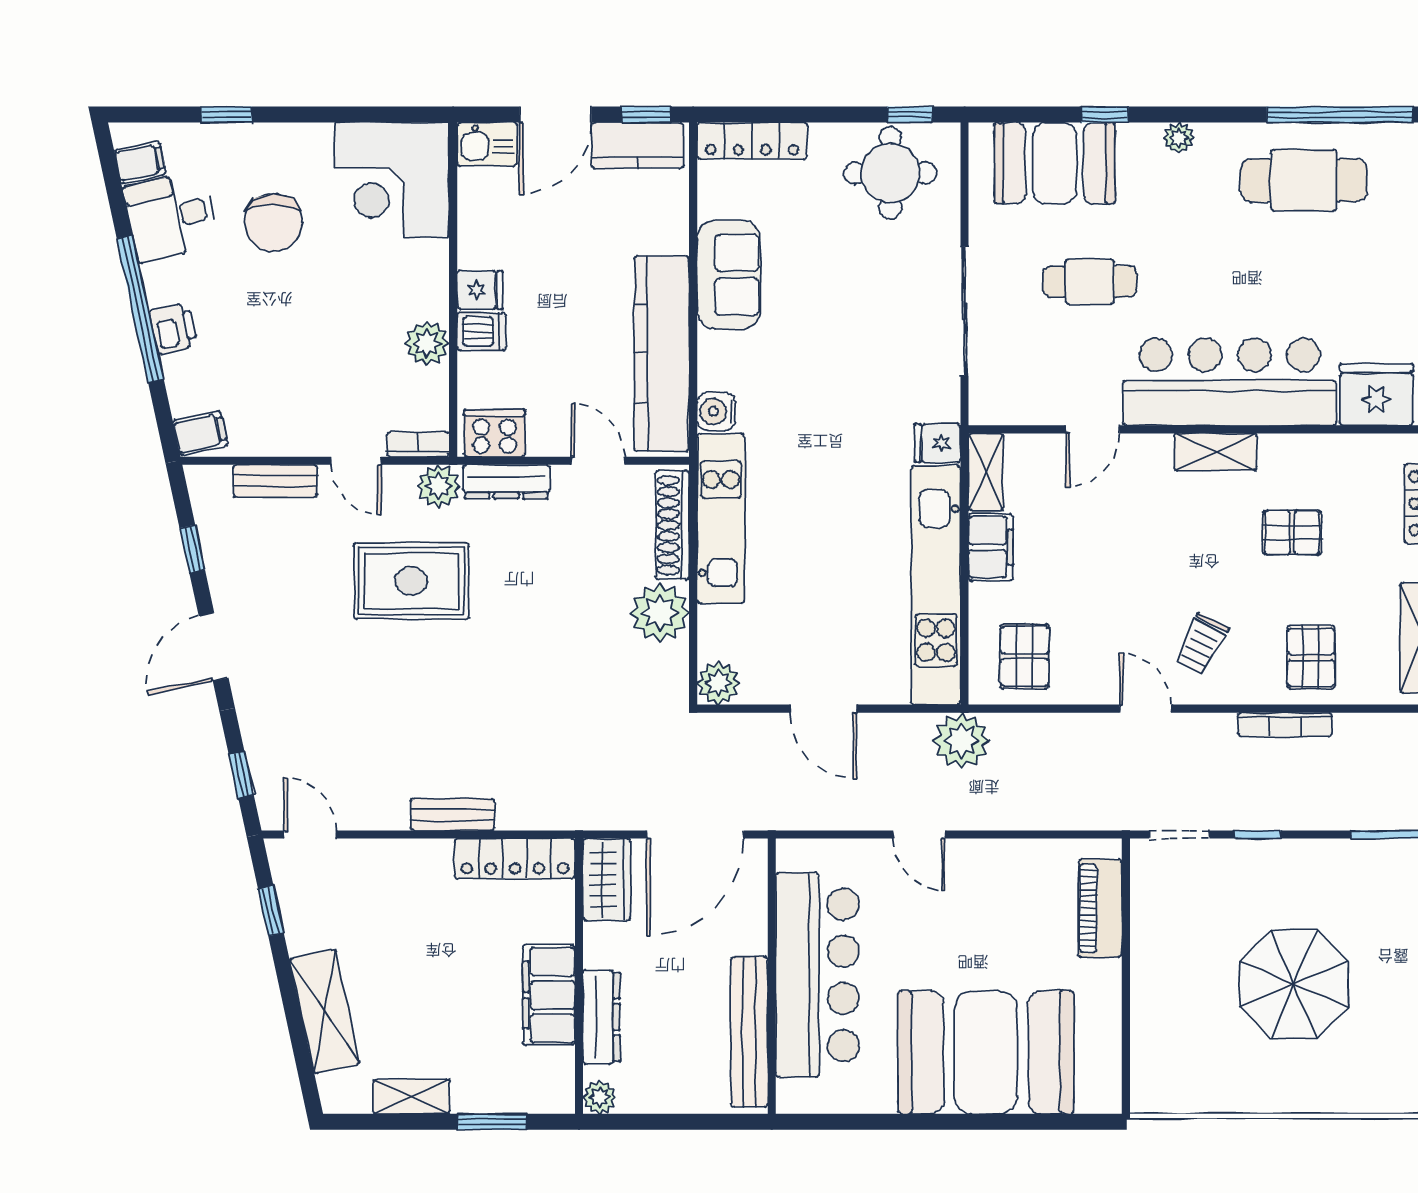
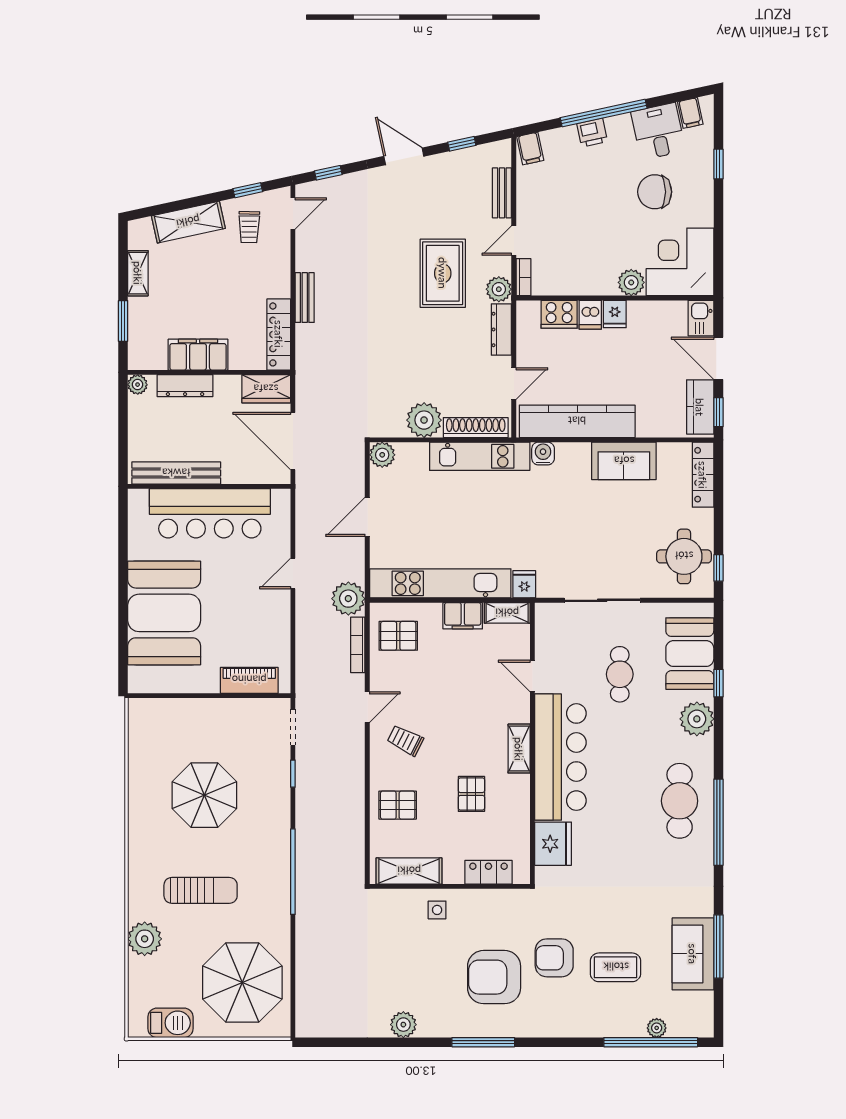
plant: (1179, 138) -> (697, 719), width x1.88, depth x1.88
plant: (427, 343) -> (631, 282), moved
cooker: (494, 433) -> (559, 314), moved, turned 90
bookcase: (1285, 725) -> (358, 645), moved
trolley: (333, 908) -> (249, 227), added

